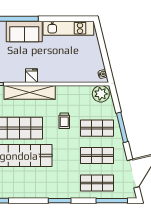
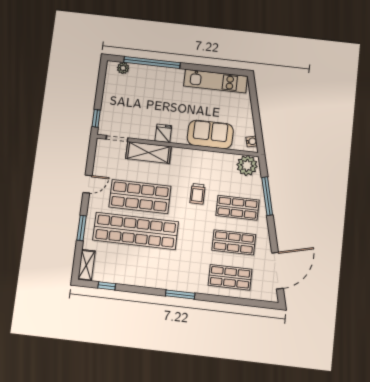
sofa: (24, 31) -> (210, 134), moved, turned 180
shelving: (30, 92) -> (148, 153), width x0.68
window: (122, 127) -> (267, 196), moved
window: (112, 201) -> (246, 302), removed

